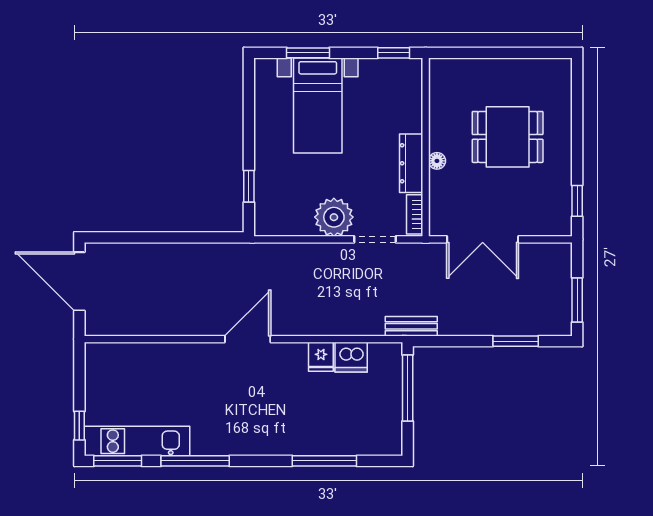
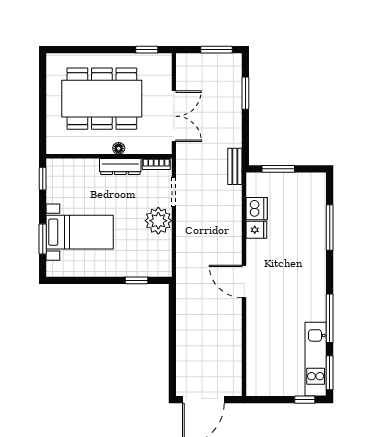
dining table: (508, 137) -> (102, 99), width x1.88, depth x1.24
window: (408, 388) -> (278, 169), width x0.69

